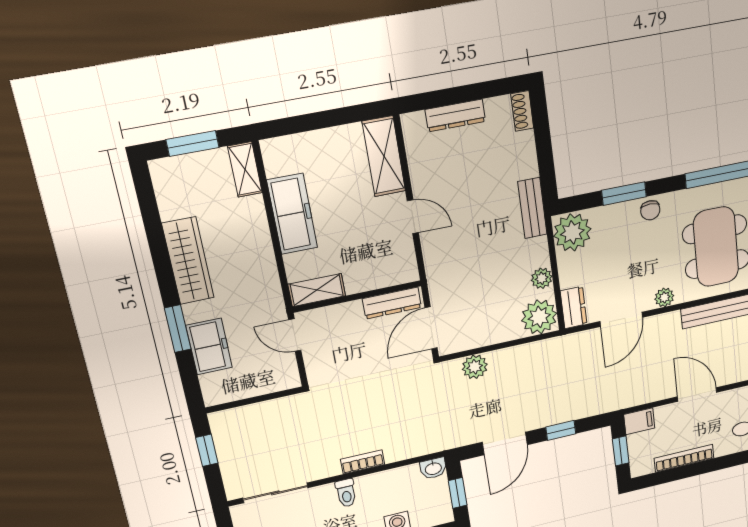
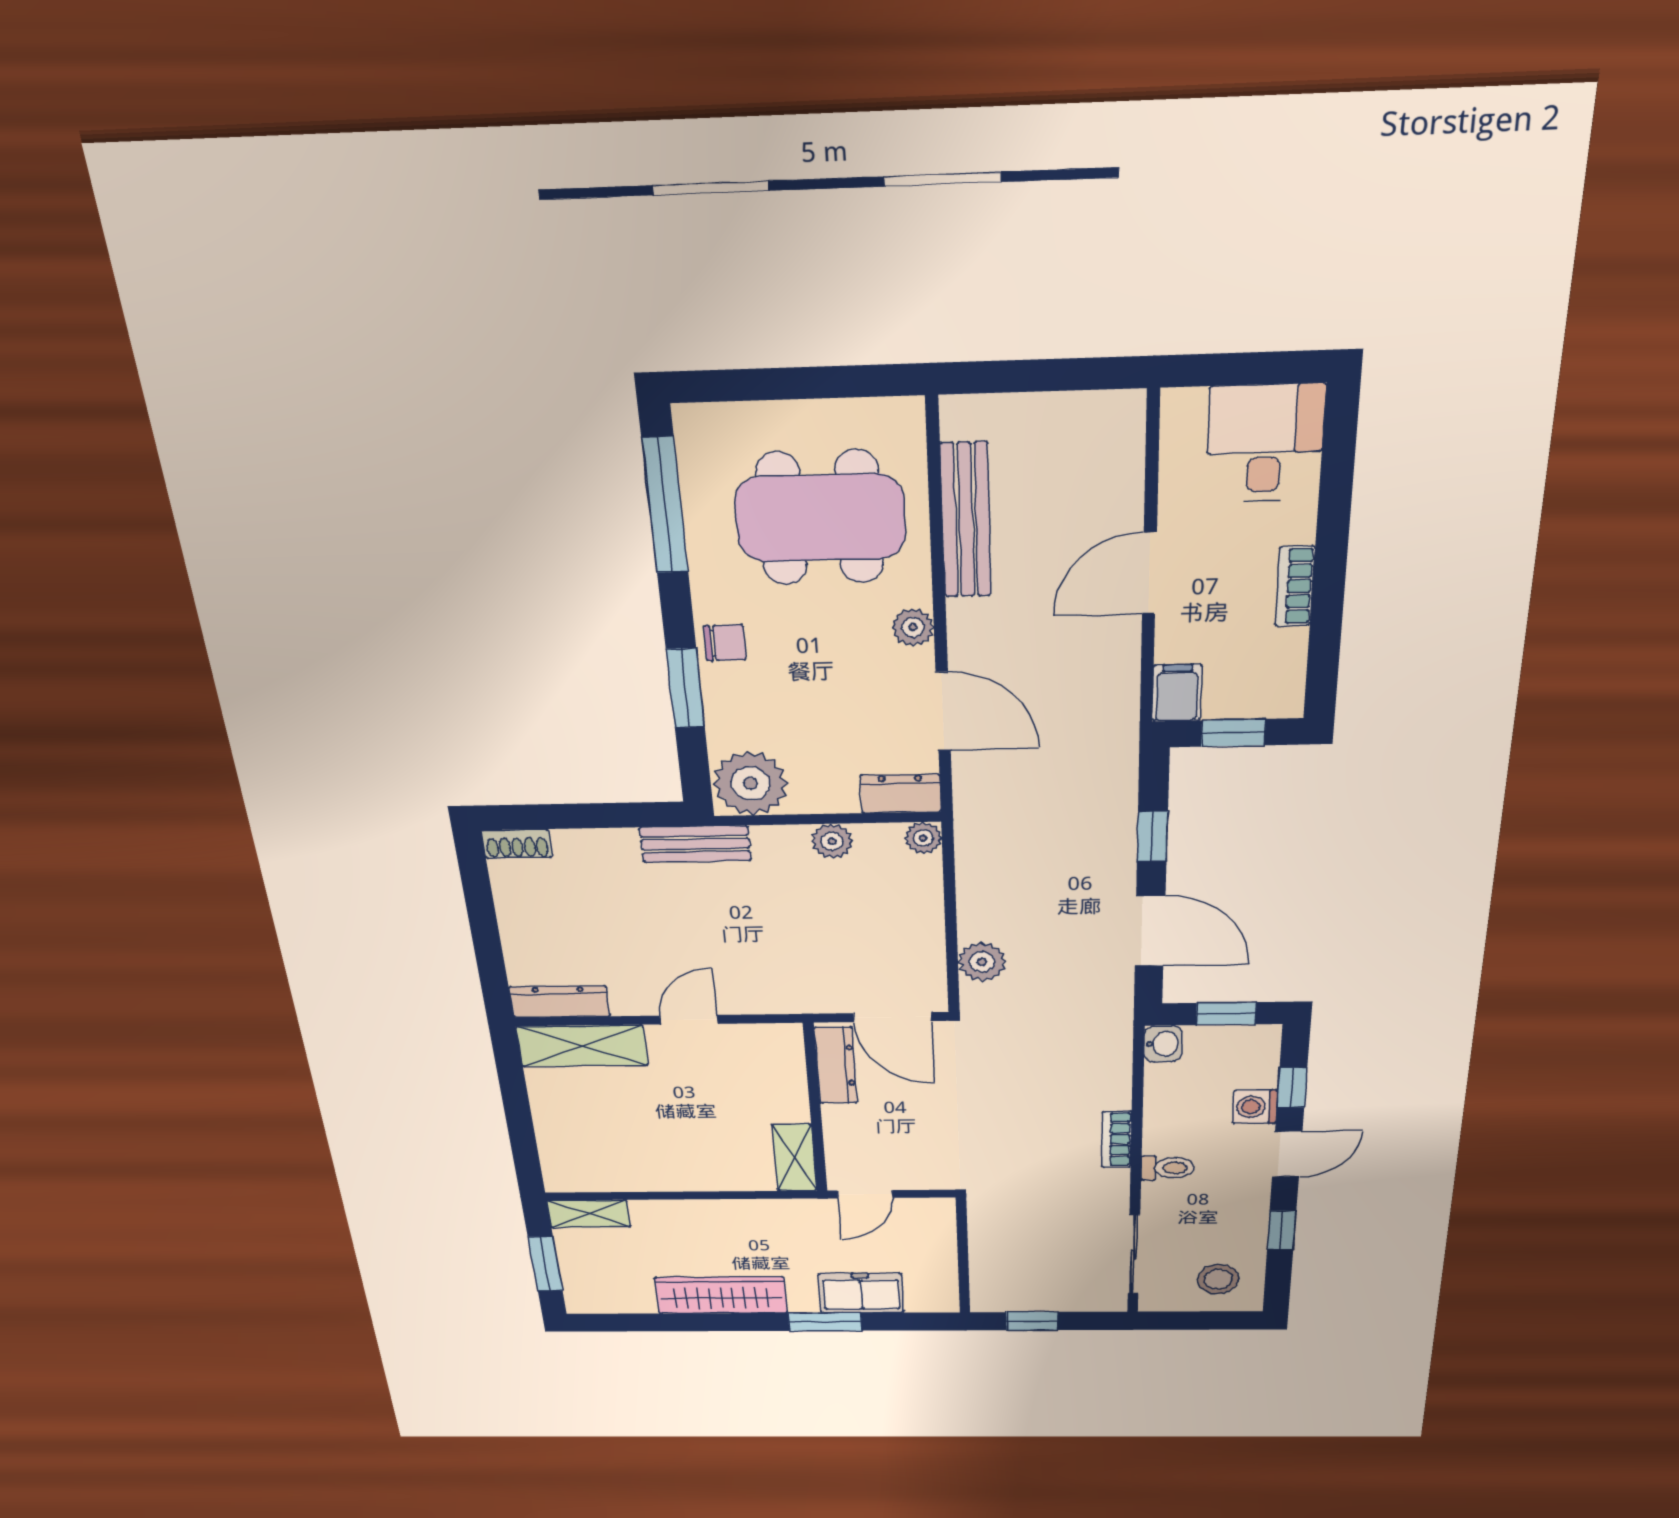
dresser: (455, 115) -> (560, 1002), moved, turned -90
freezer: (292, 214) -> (664, 1170), removed
plant: (539, 317) -> (923, 838), width x0.53, depth x0.53
bookcase: (684, 458) -> (1295, 586), width x0.64

